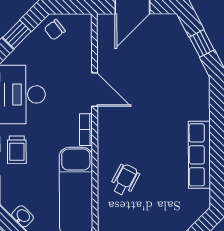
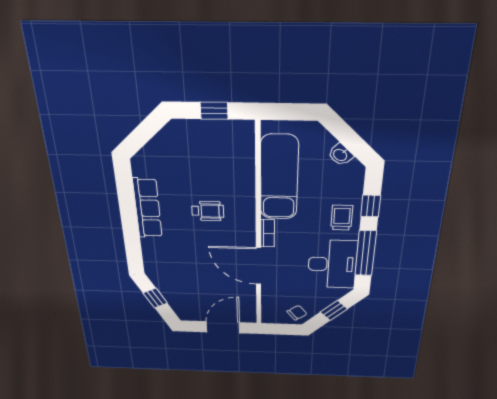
door: (95, 90) -> (259, 266), width x1.36
wheelchair: (125, 180) -> (208, 211), moved, turned -118

